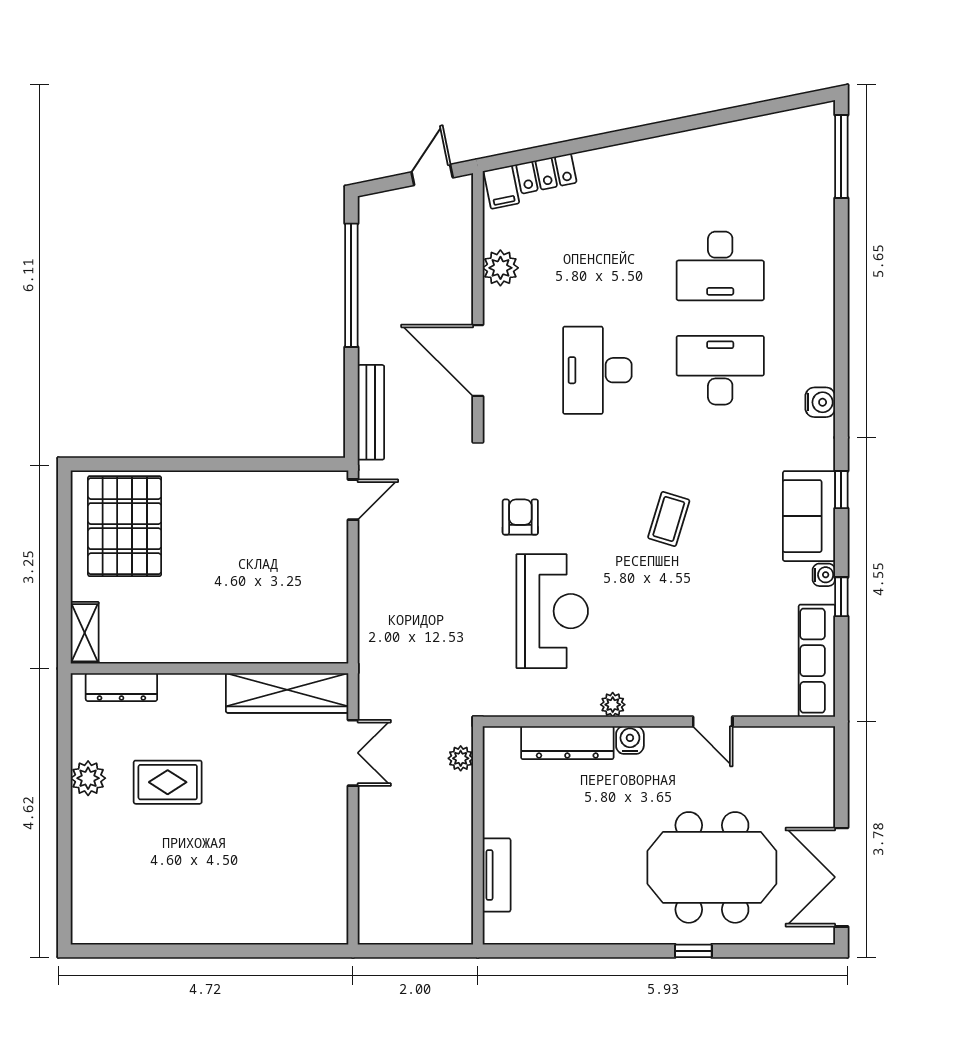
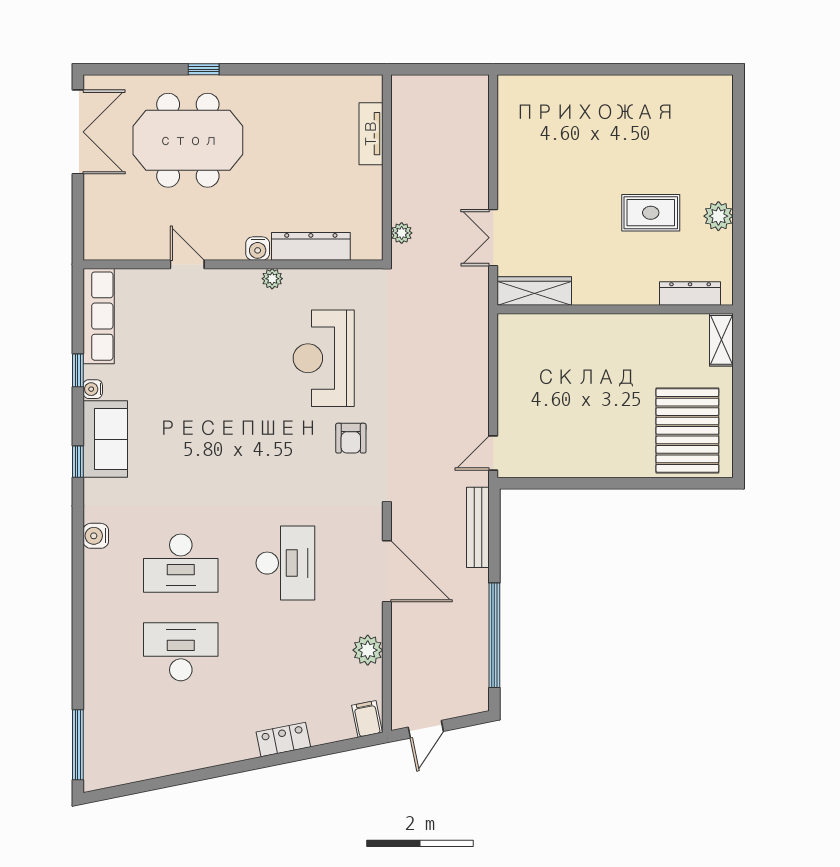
locker: (546, 174) -> (283, 739), moved
coffee table: (669, 519) -> (225, 437), removed
wardrobe: (287, 693) -> (534, 291), width x0.71, depth x0.85

